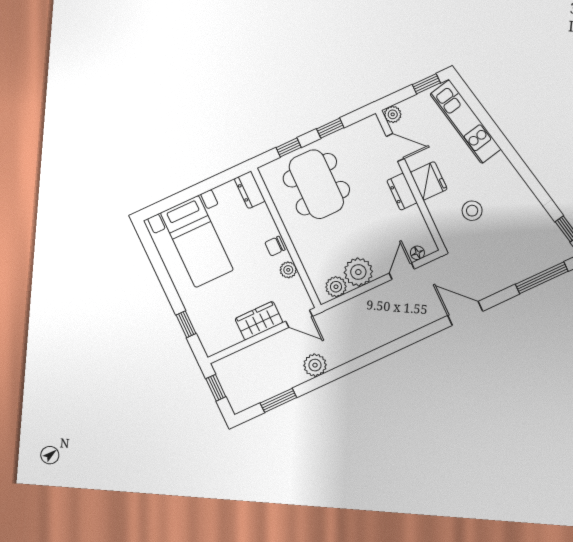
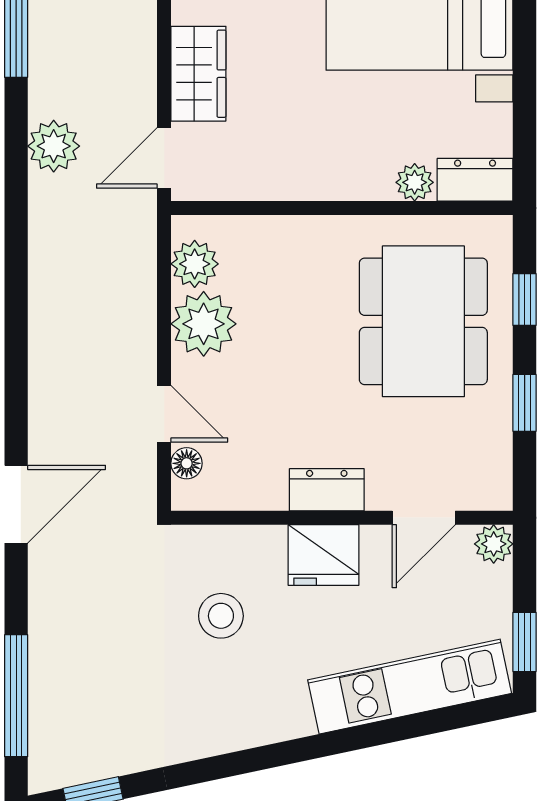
dining table: (316, 184) -> (423, 321), turned 90
chair: (275, 246) -> (336, 178), removed
plant: (288, 270) -> (415, 182), moved

